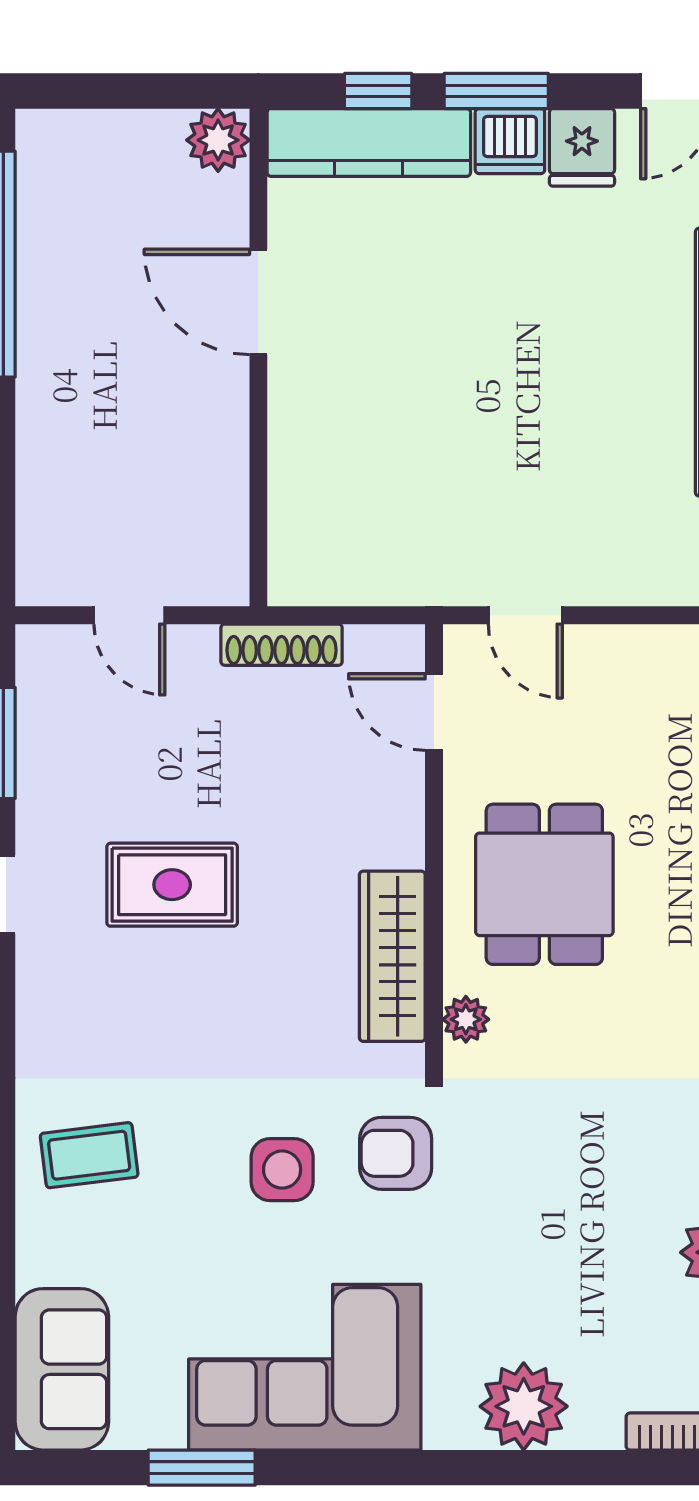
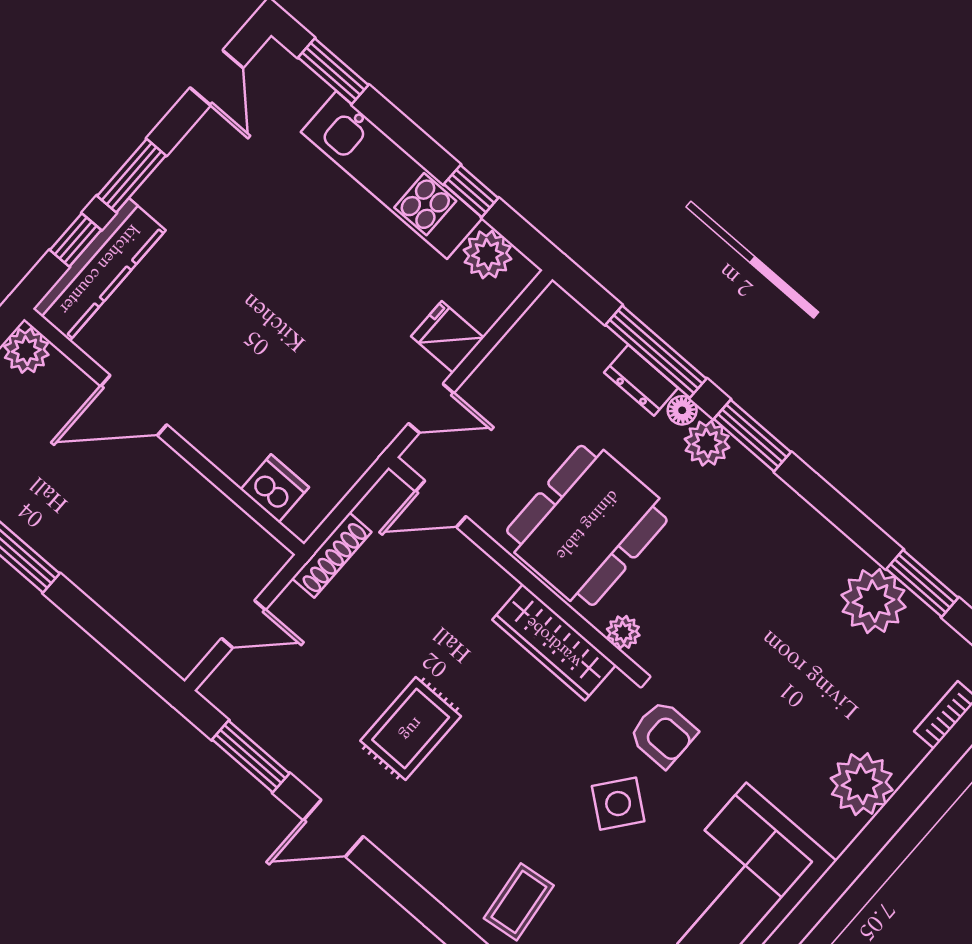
dishwasher: (510, 141) -> (275, 488), moved, turned -90
fridge: (582, 147) -> (448, 337), moved, turned 180
dining table: (544, 884) -> (587, 525), width x1.38
armchair: (396, 1153) -> (663, 734), turned -90
side table: (282, 1170) -> (618, 804), turned 38

